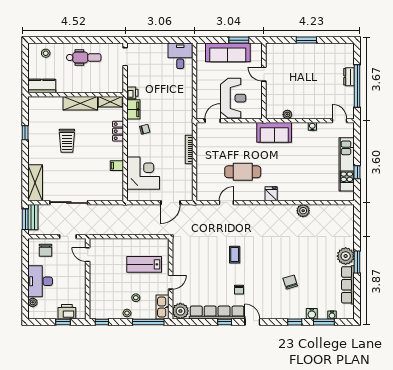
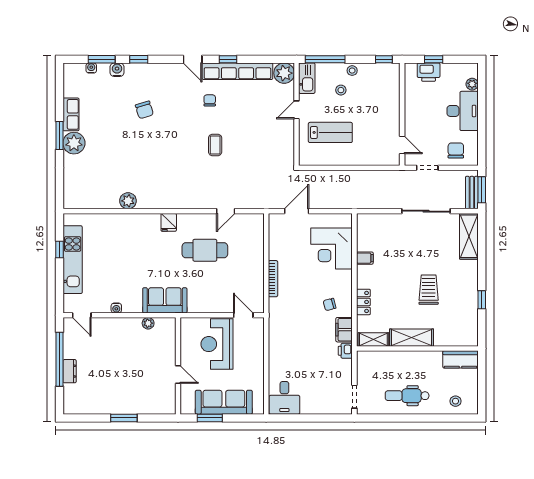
door: (213, 121) -> (243, 315), swing flipped
row of seats: (348, 285) -> (71, 114), width x0.68

